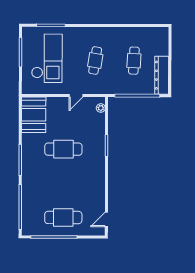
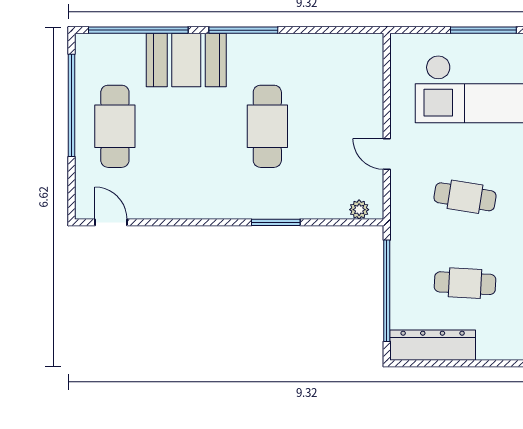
booth: (34, 115) -> (186, 60), moved

